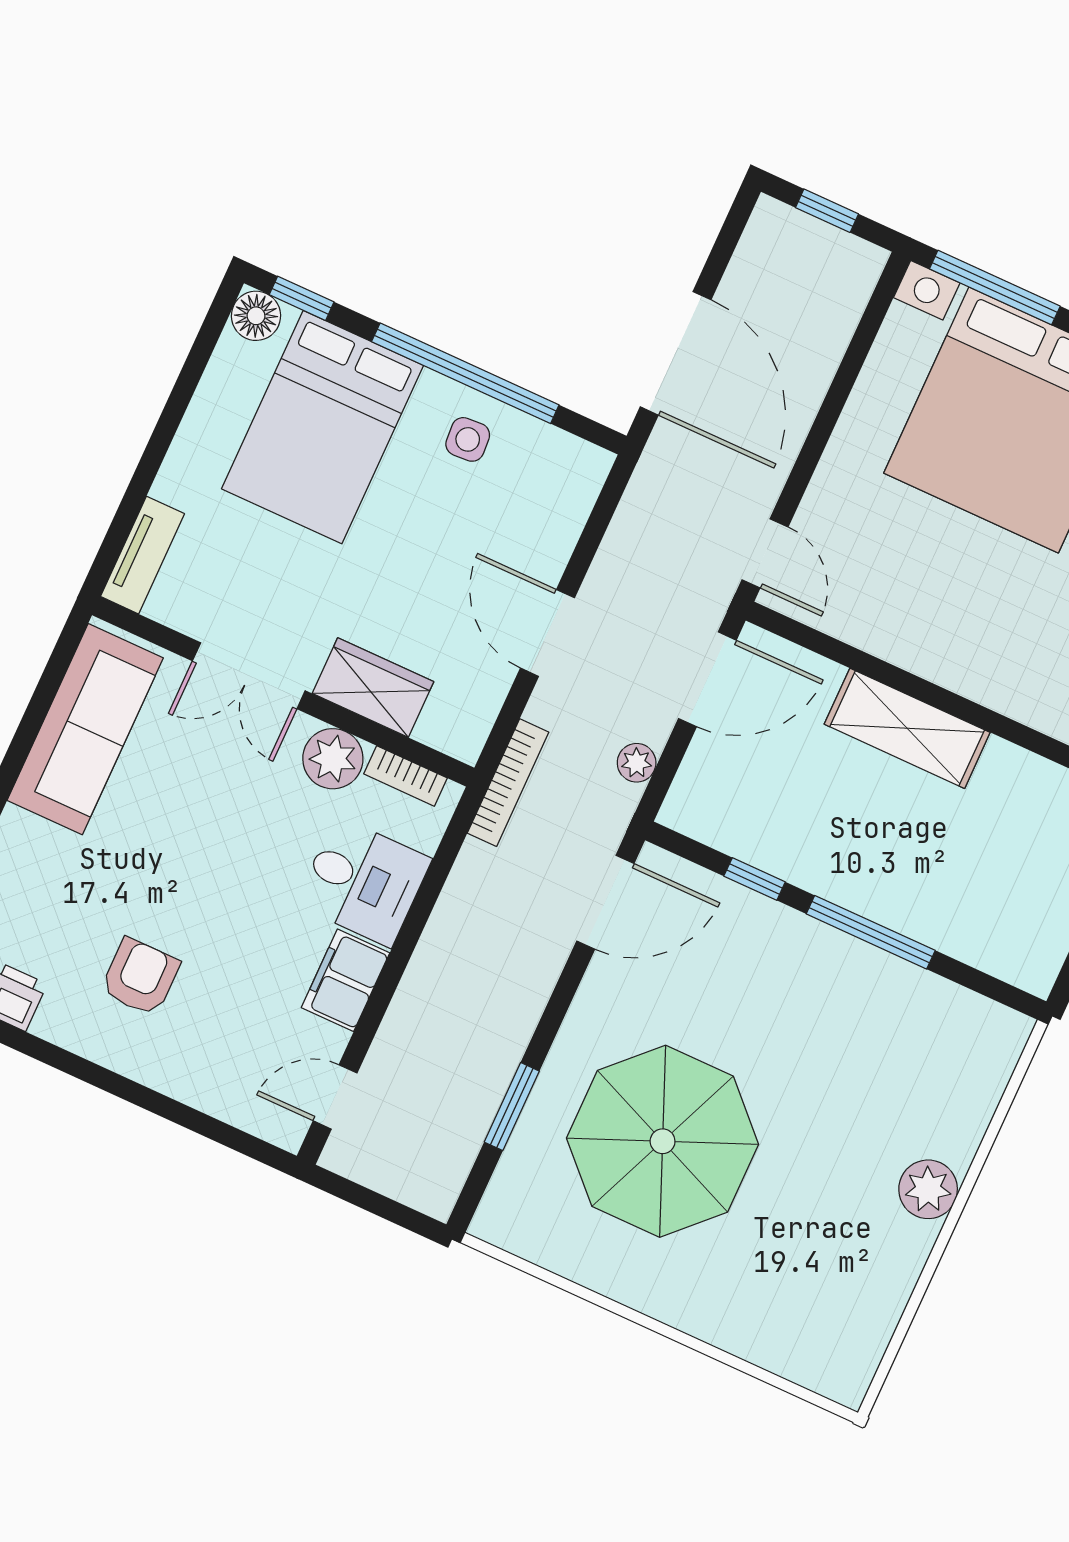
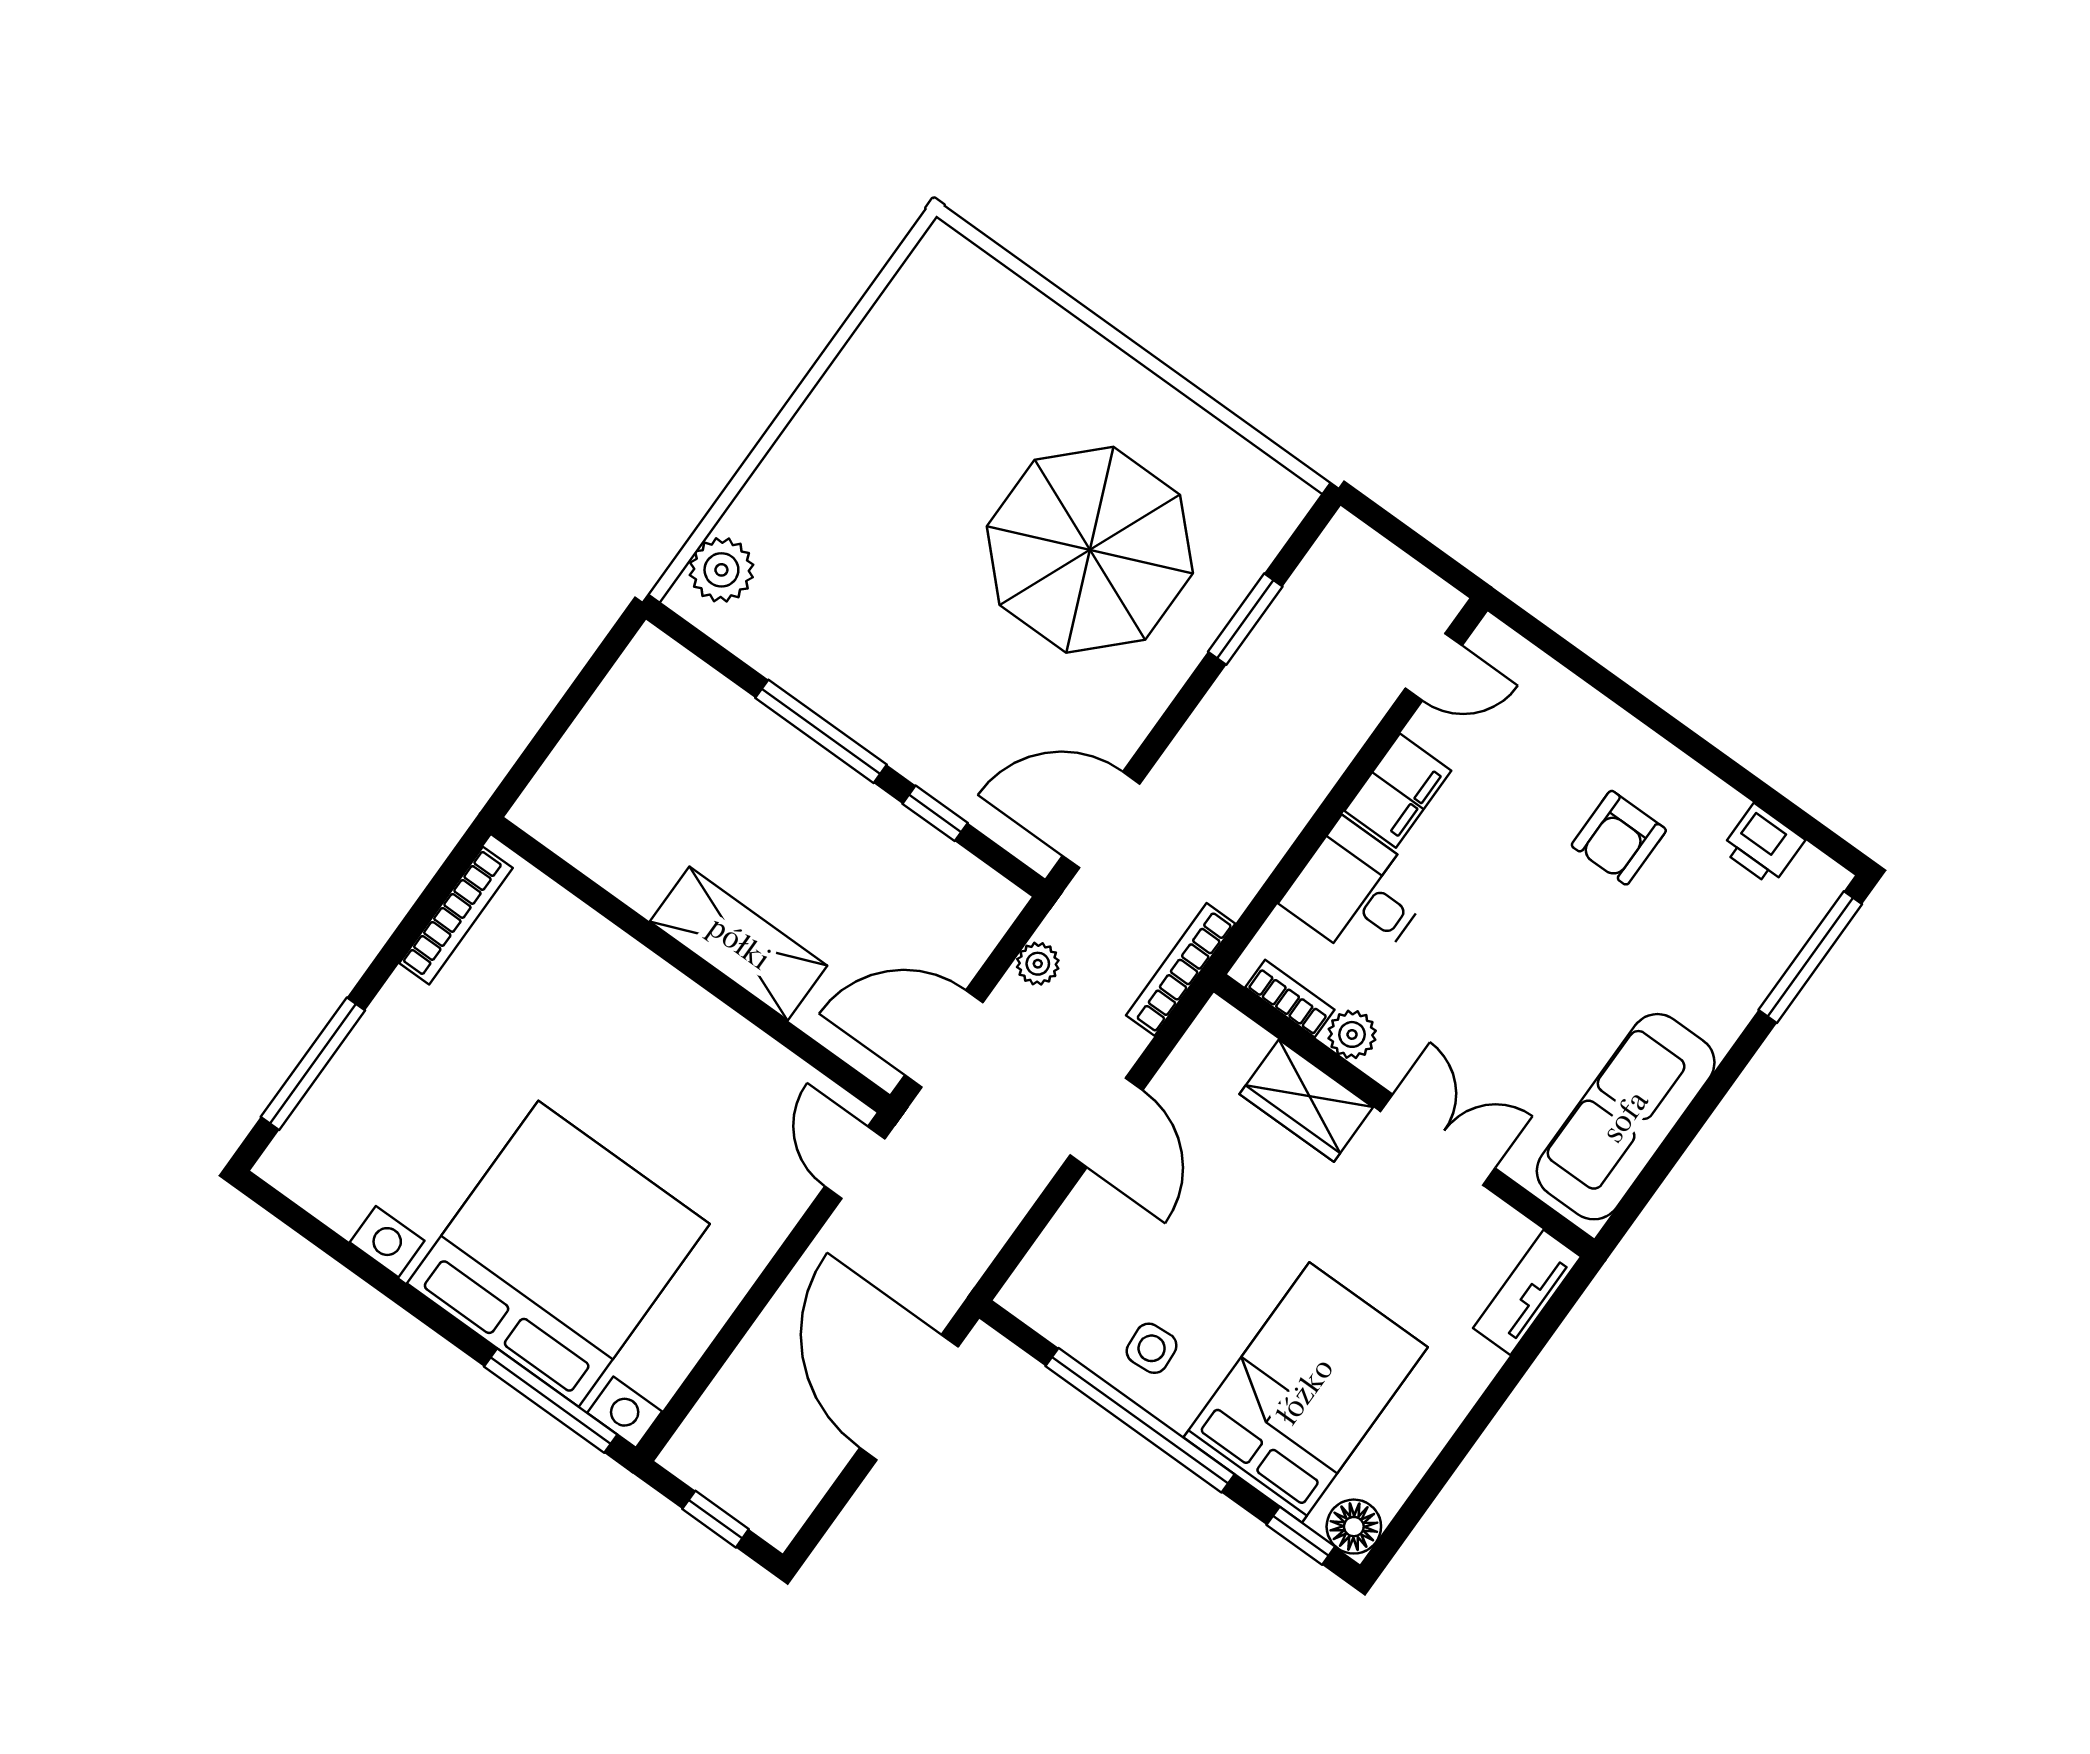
plant: (333, 759) -> (1352, 1034), width x0.73, depth x0.73
plant: (928, 1189) -> (721, 570), moved

